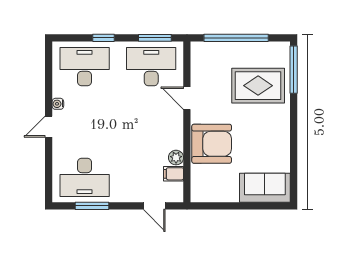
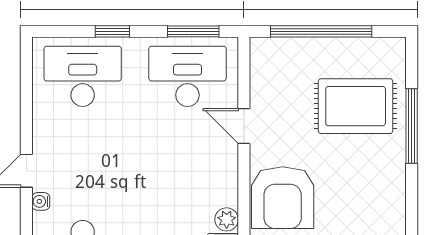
window: (294, 70) -> (412, 126), moved
water cooler: (58, 104) -> (41, 201), moved
armchair: (212, 144) -> (283, 198), turned 90

